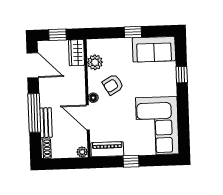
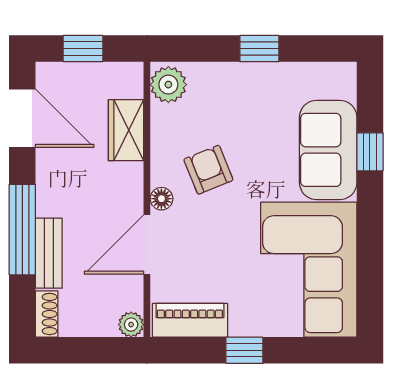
sofa: (154, 49) -> (328, 150), moved, turned 90
wardrobe: (77, 53) -> (126, 130), moved
plant: (95, 62) -> (168, 85), moved
armchair: (113, 85) -> (208, 170), turned 98
door: (88, 118) -> (147, 245), hinge flipped

